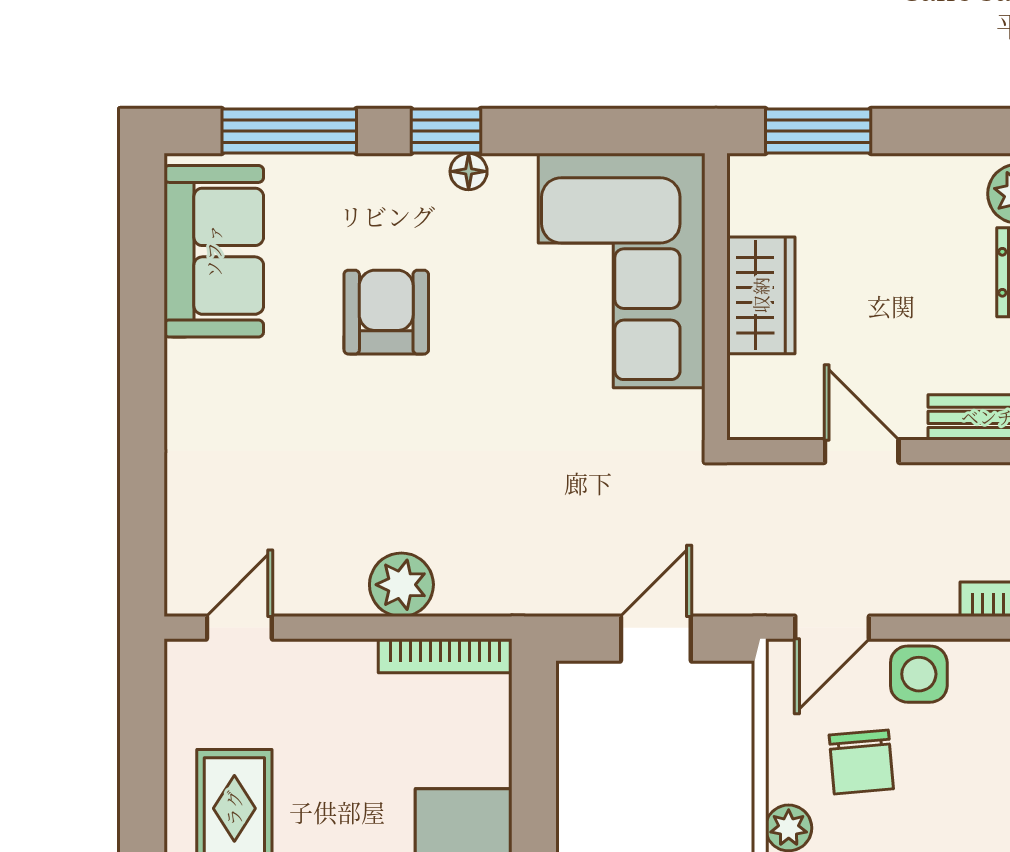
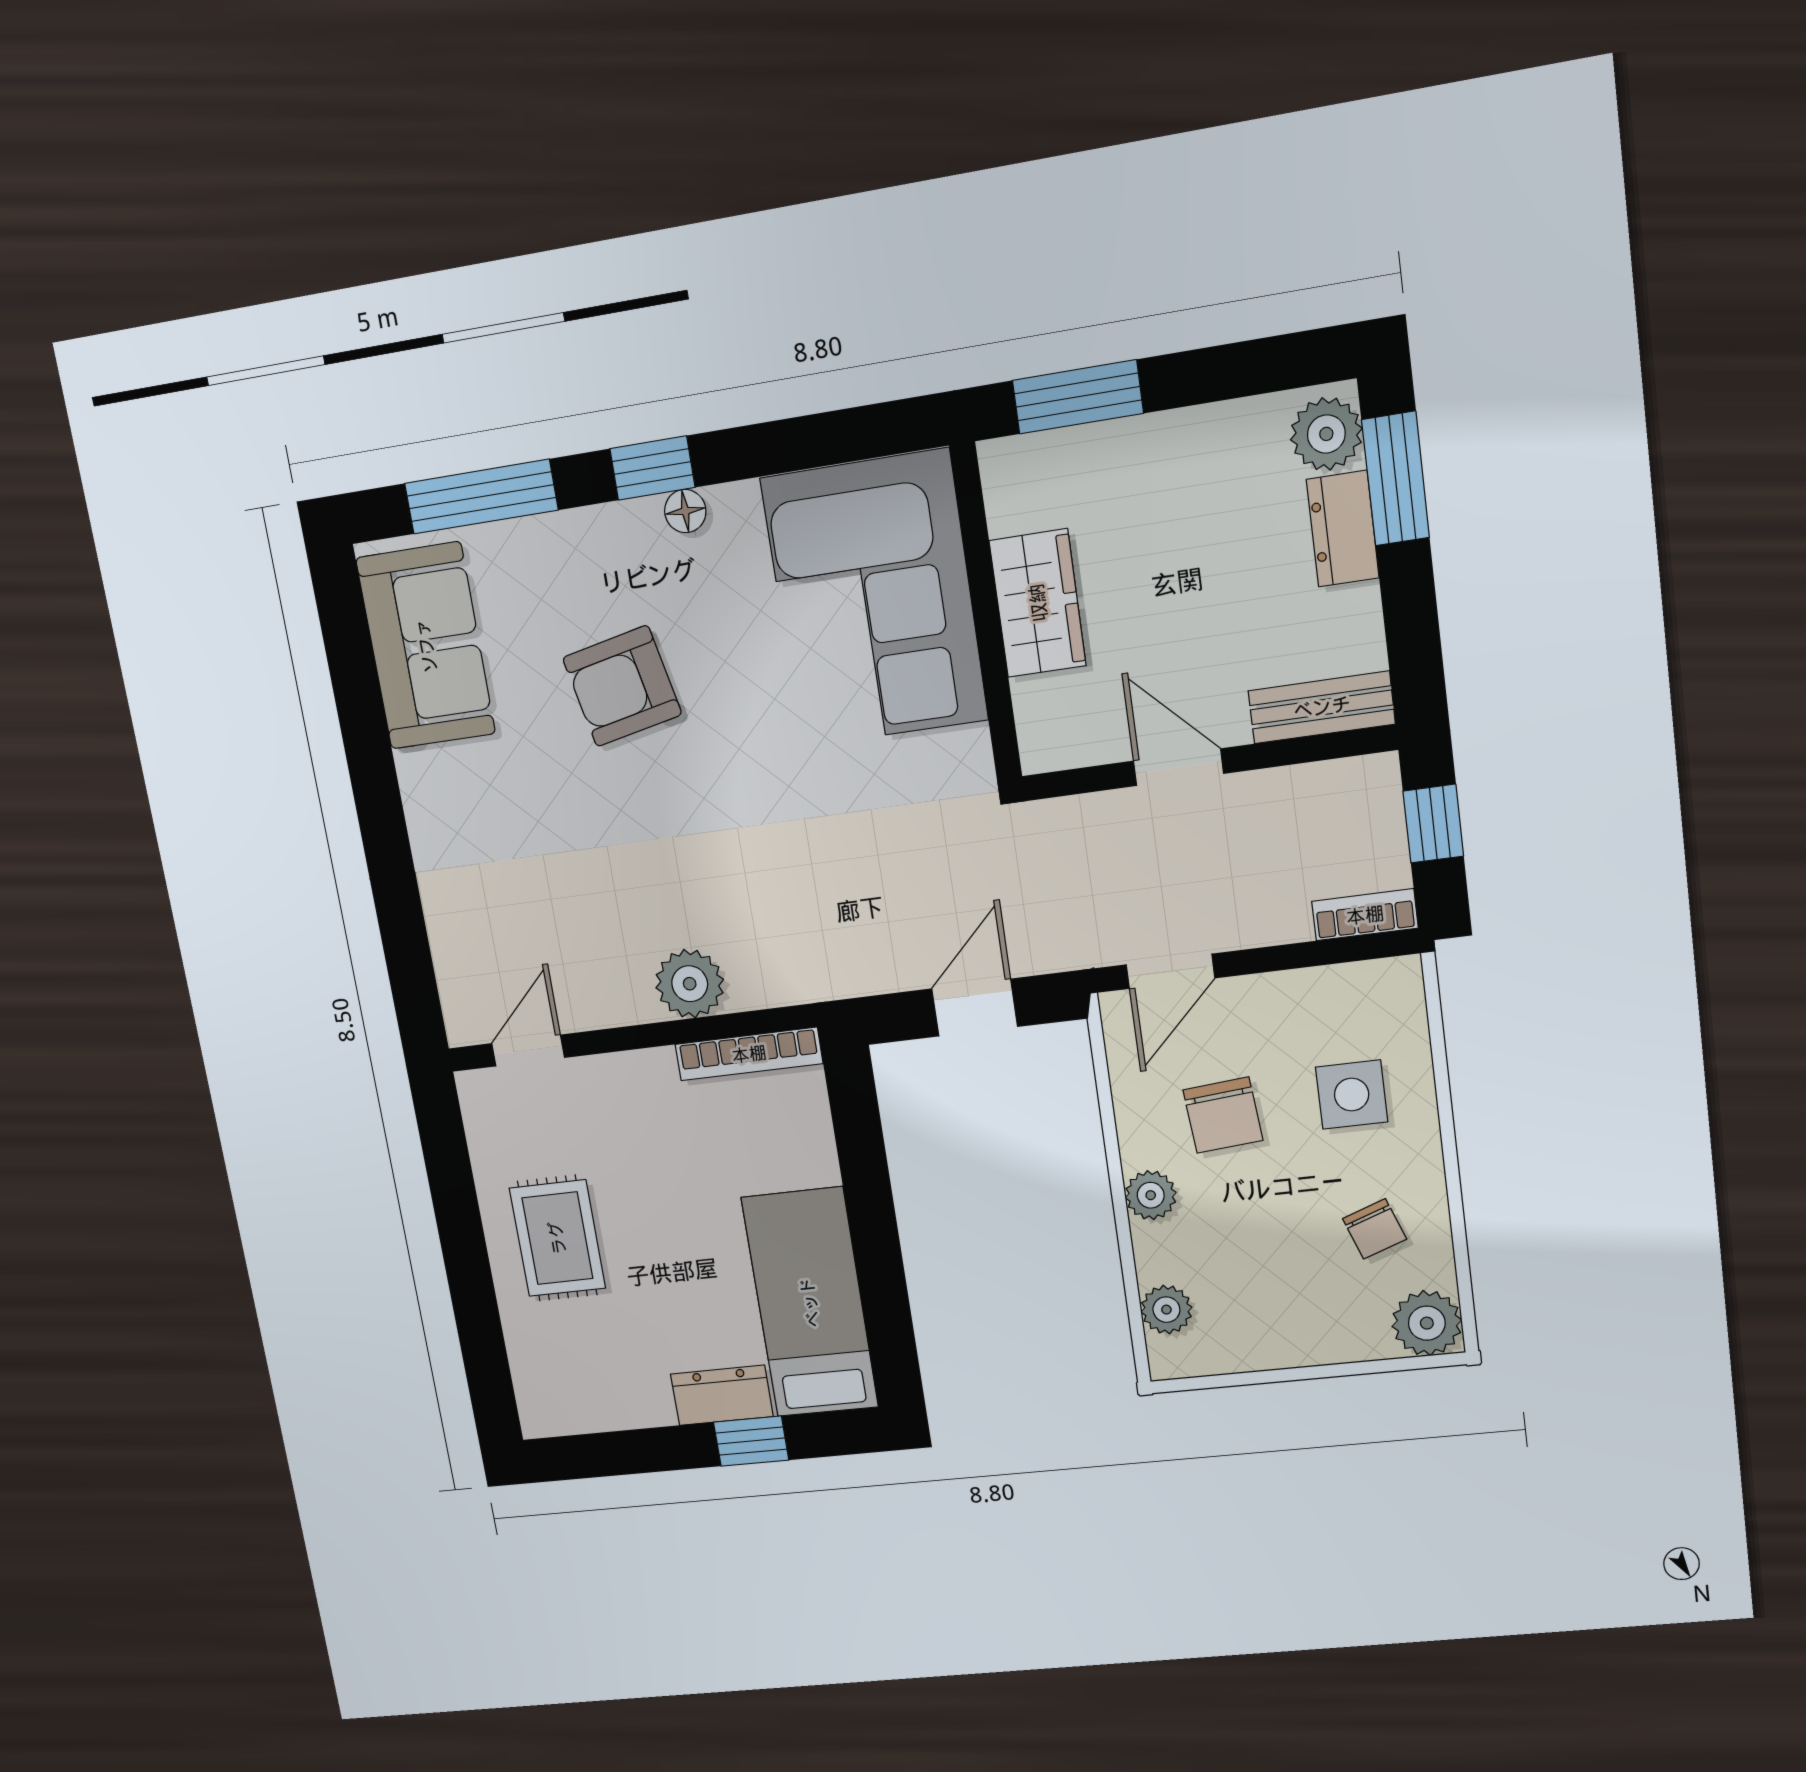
armchair: (386, 312) -> (622, 686), turned -102
side table: (919, 674) -> (1352, 1095), moved

